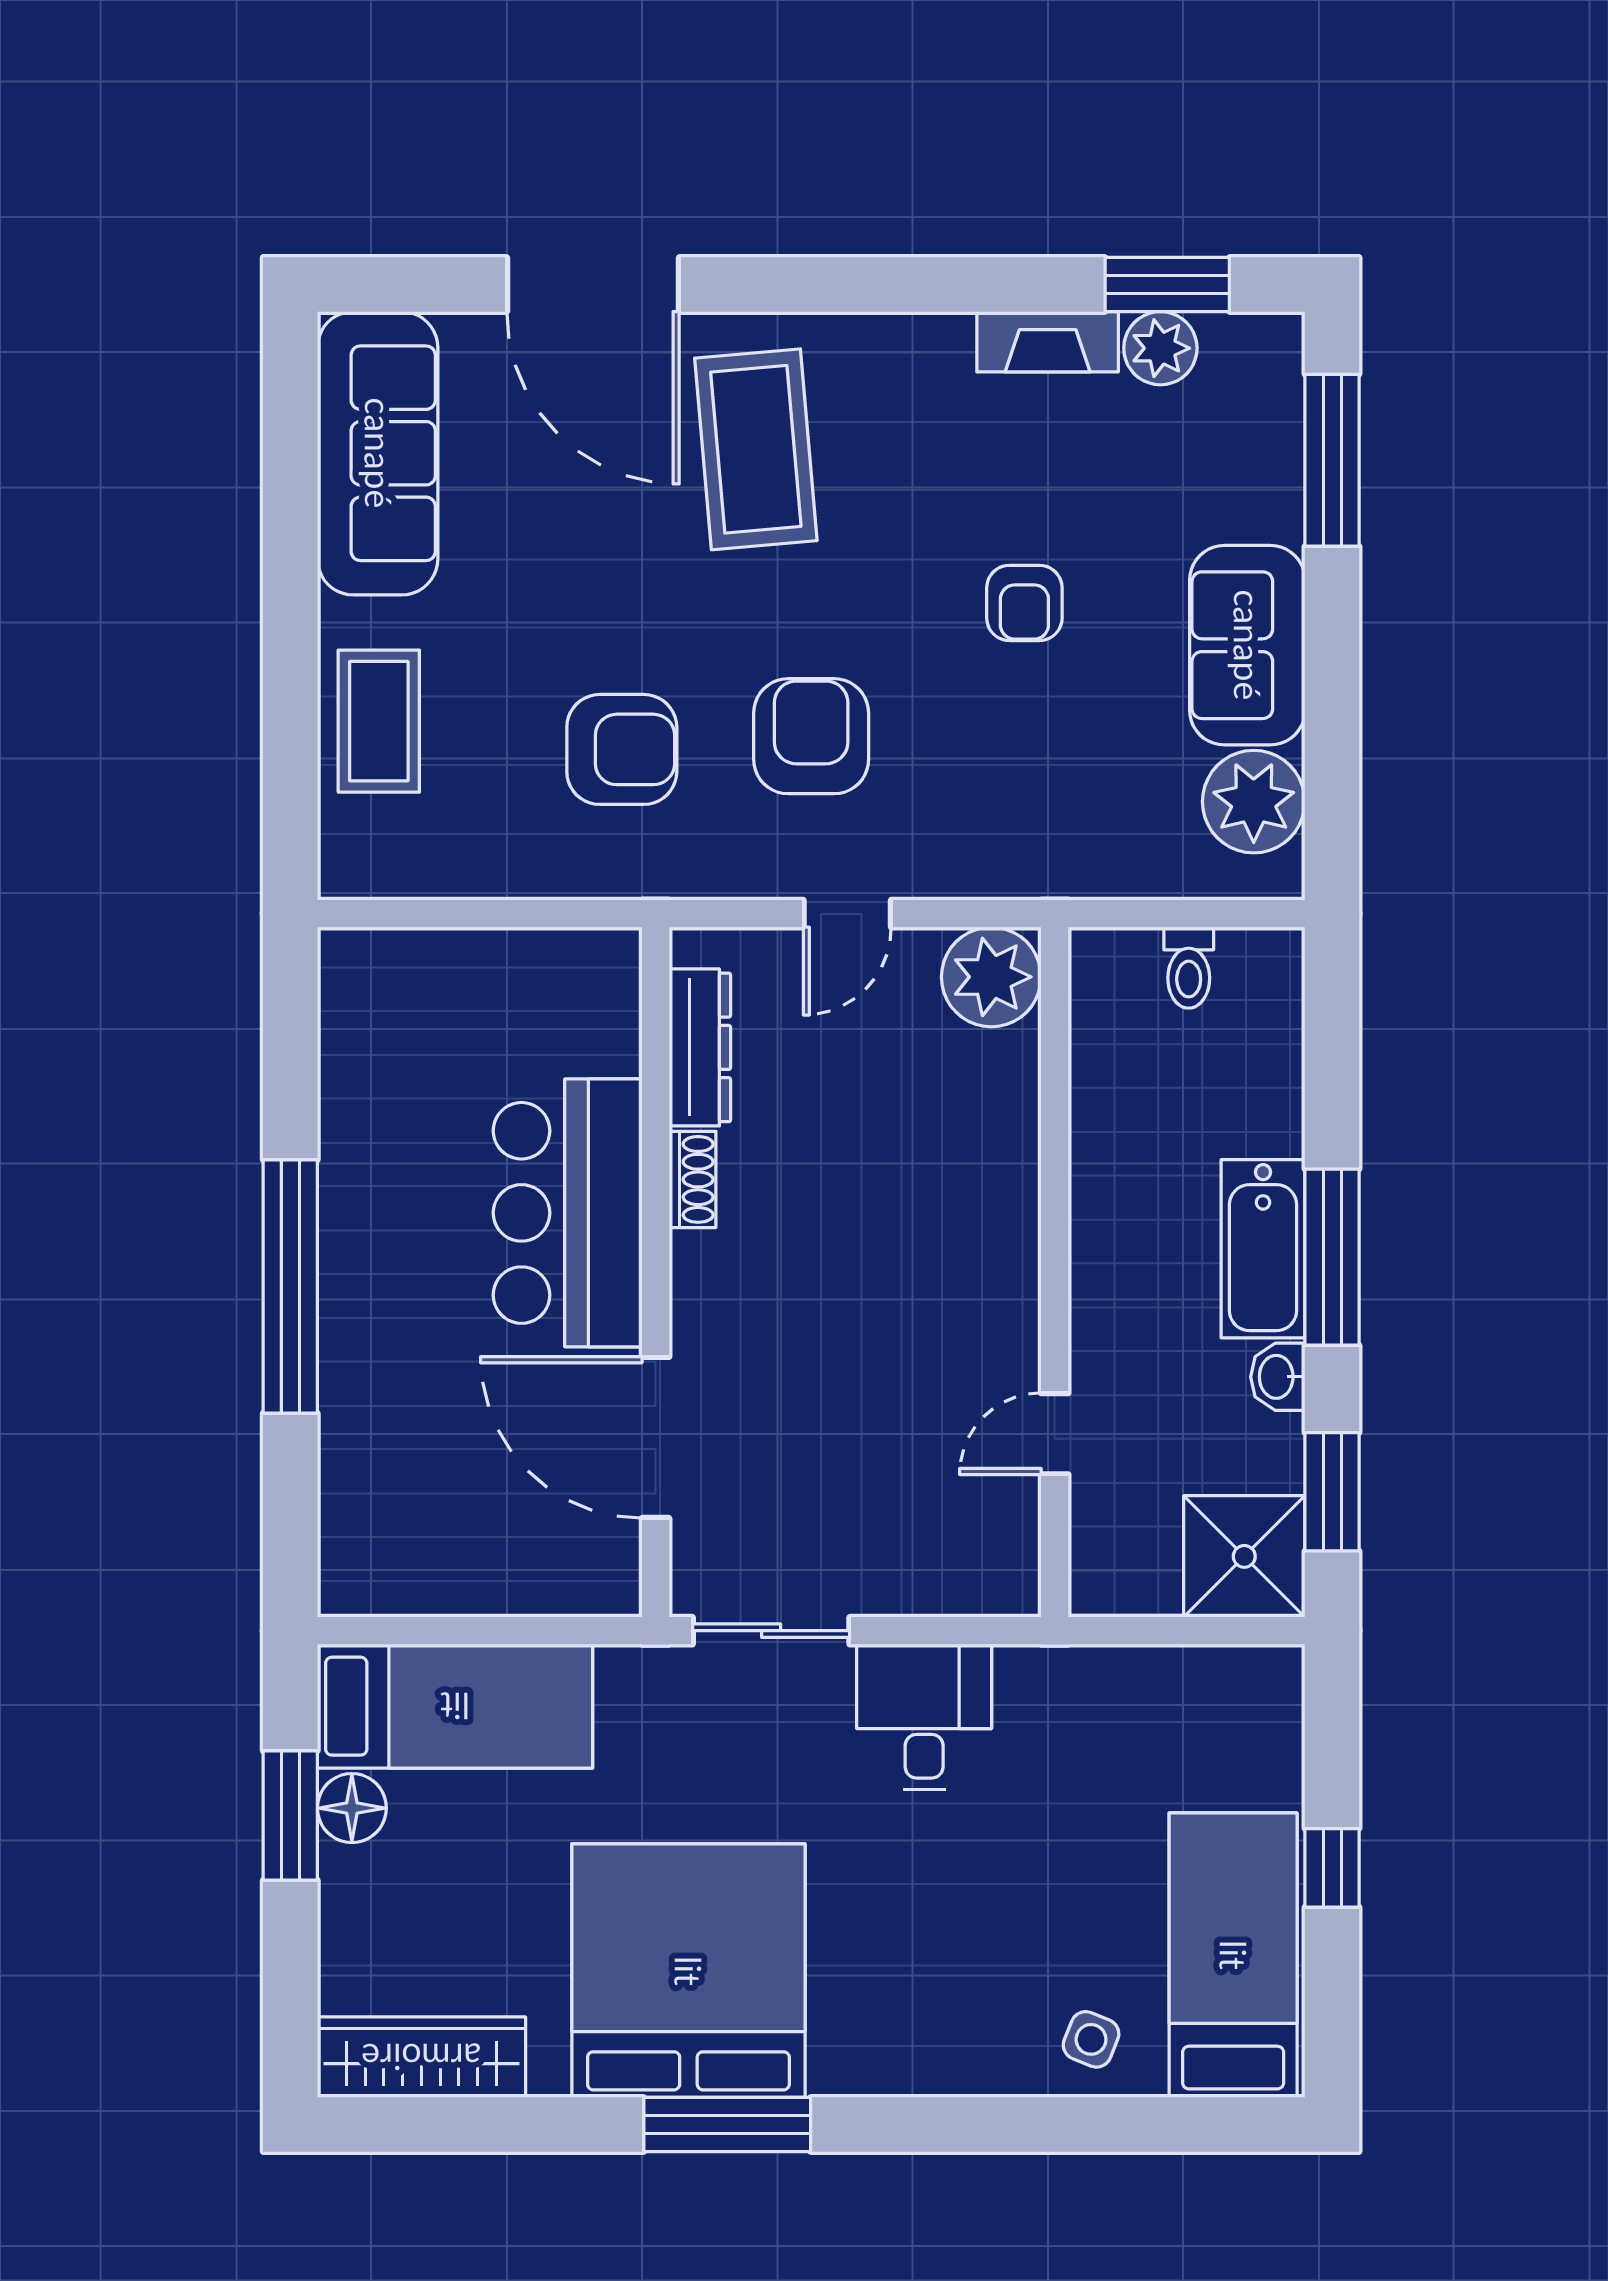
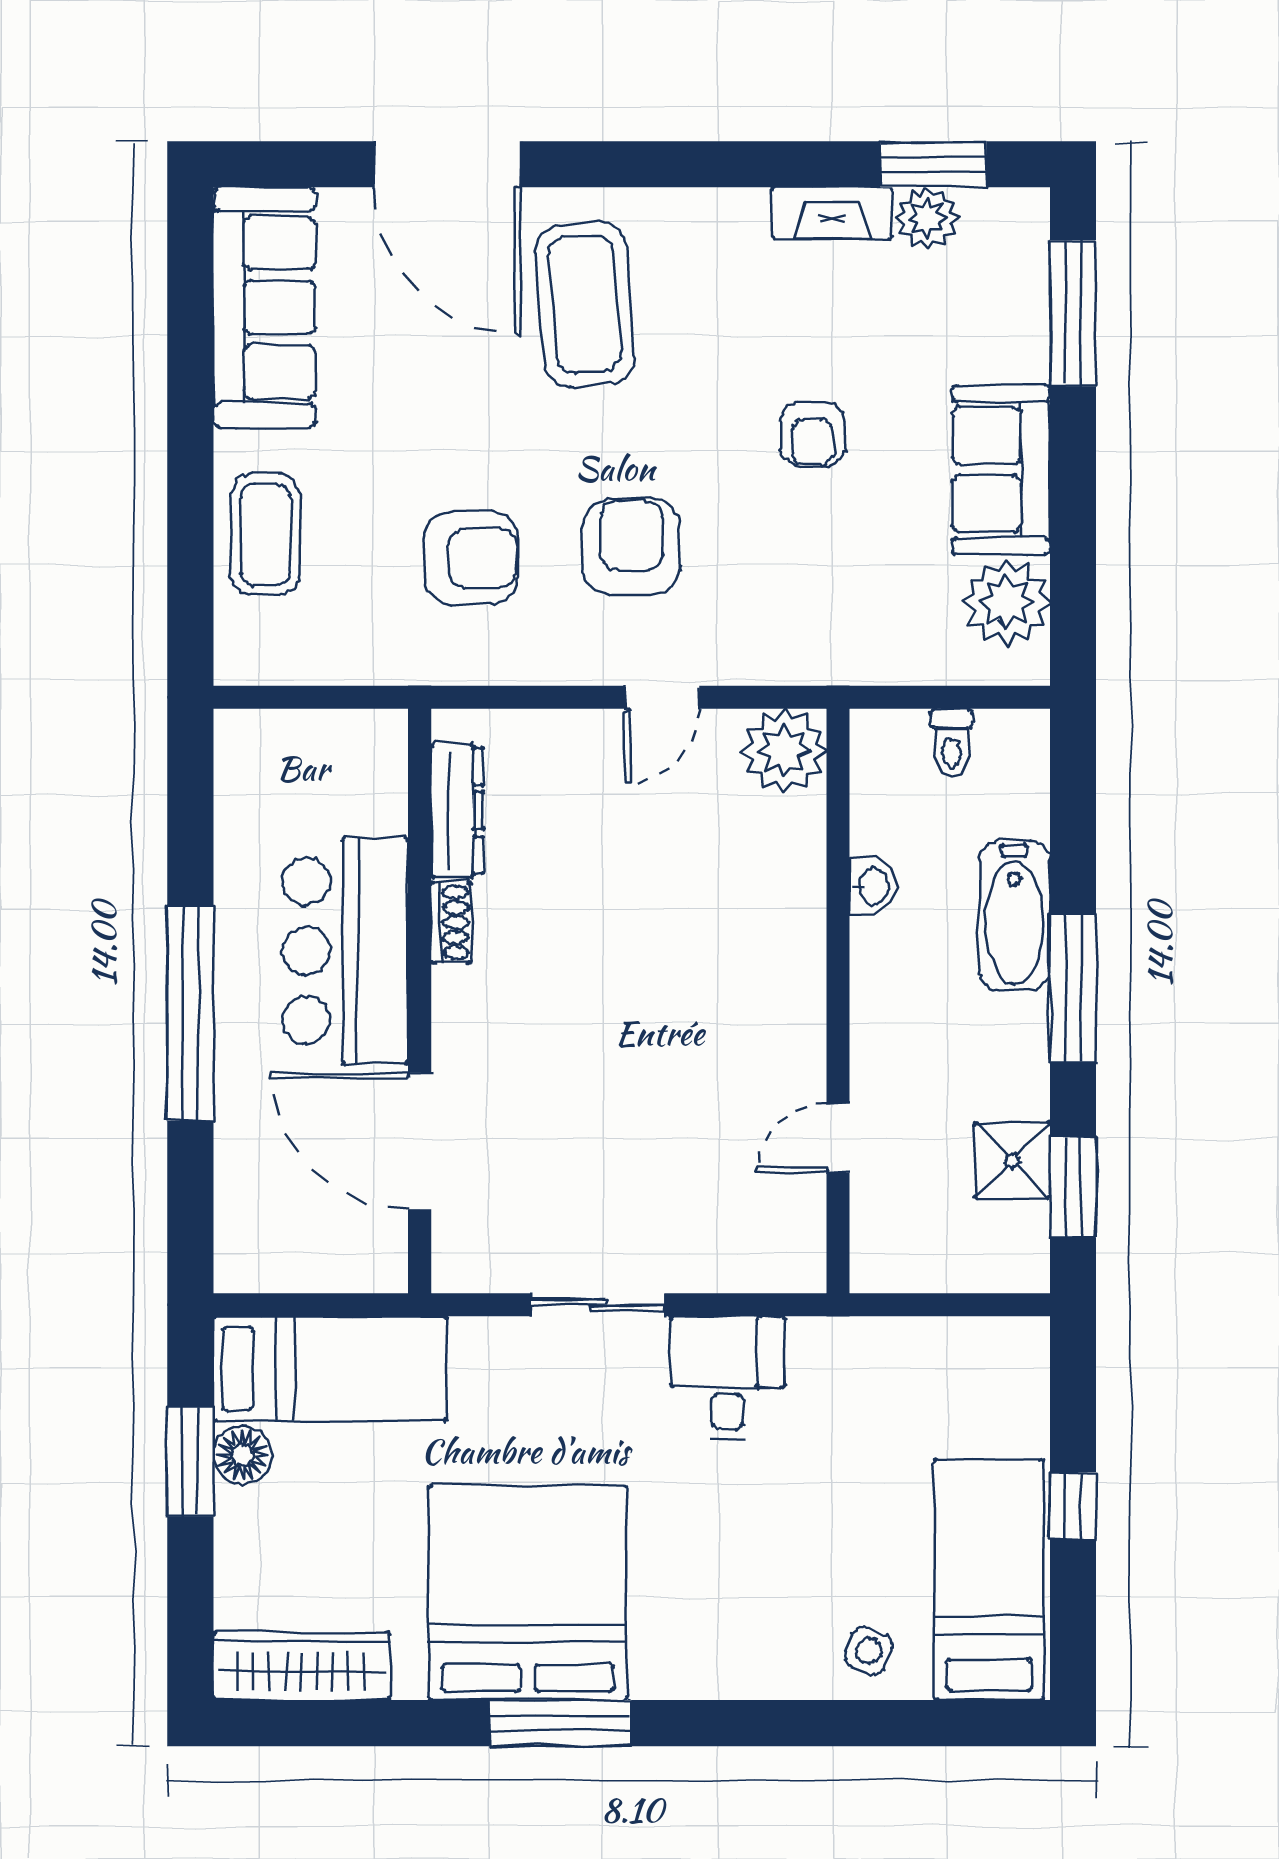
dresser: (700, 1047) -> (457, 811), moved
shoe rack: (692, 1179) -> (451, 922), moved
bar counter: (568, 1213) -> (345, 951), moved
bathtub: (1263, 1249) -> (1014, 915), moved
wall: (656, 1272) -> (420, 1001), moved
washbasin: (1278, 1377) -> (872, 886), moved, turned 180
door: (656, 1437) -> (420, 1141), moved
shower: (1244, 1556) -> (1012, 1161), moved, width x0.73, depth x0.73

